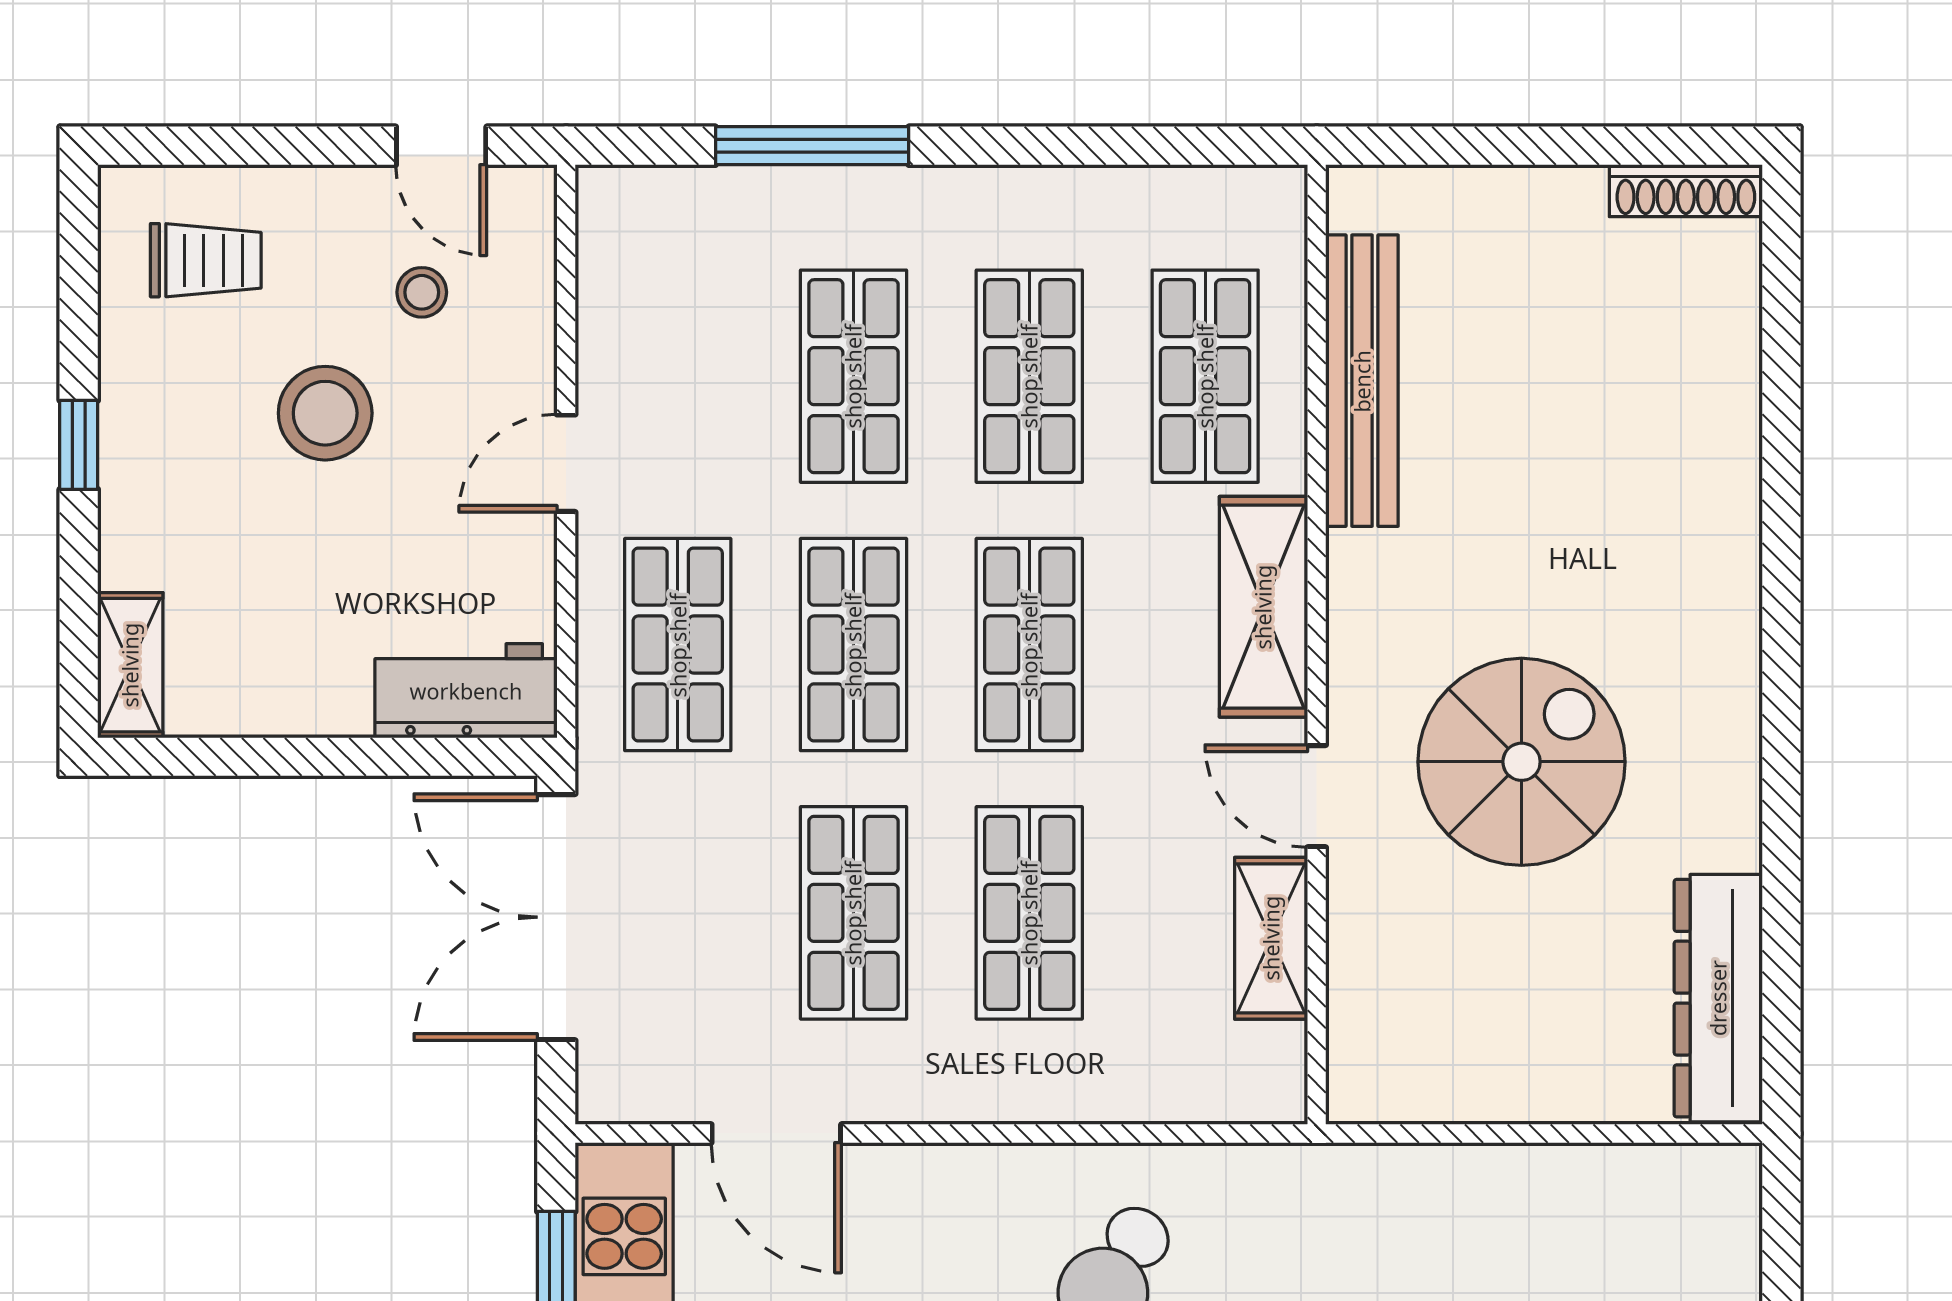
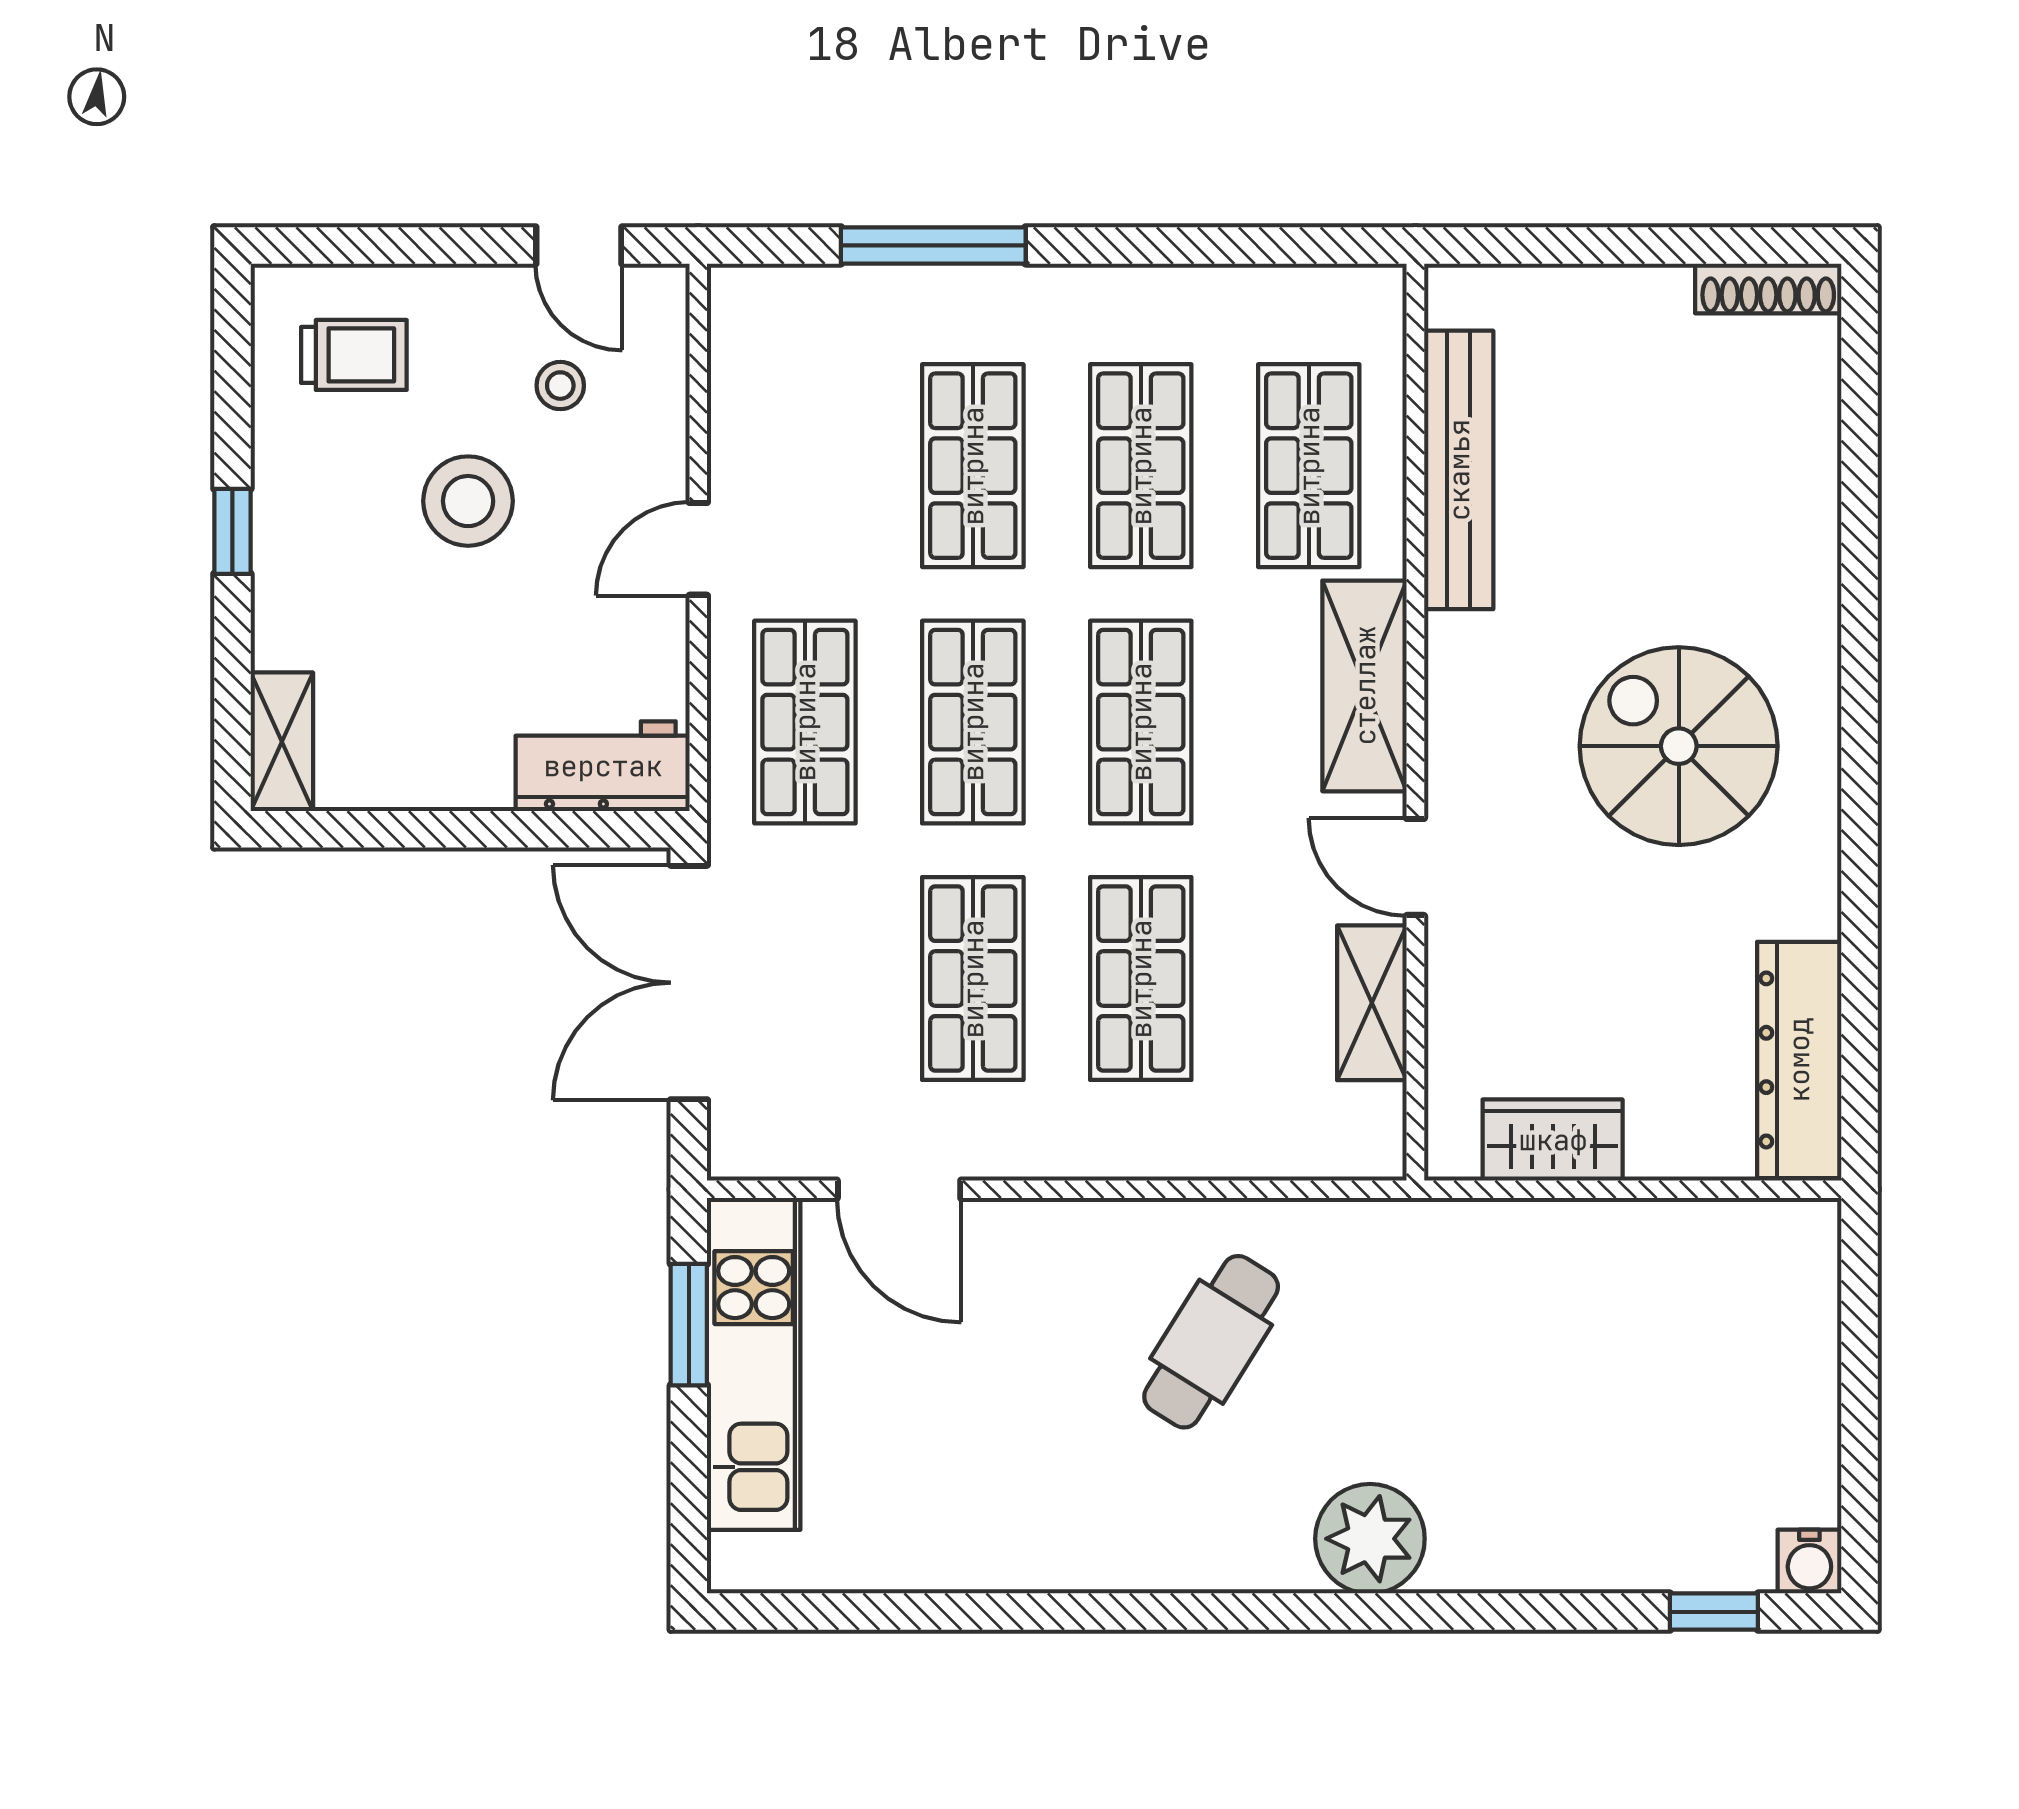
spiral stairs: (1522, 762) -> (1679, 746), moved, turned -90
wardrobe: (1460, 1082) -> (1553, 1140), added

